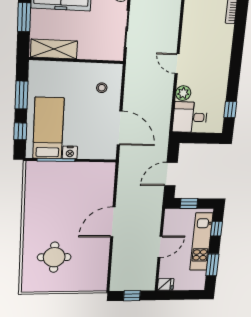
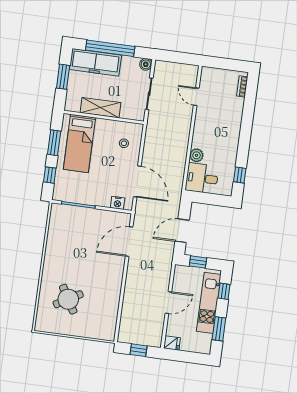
shelving: (54, 49) -> (100, 108), moved
door: (177, 64) -> (196, 97), moved
bed: (48, 128) -> (79, 143), moved, turned 180
nightstand: (70, 152) -> (118, 203), moved
door: (113, 222) -> (129, 242), moved
round table: (54, 257) -> (68, 299), turned -30

